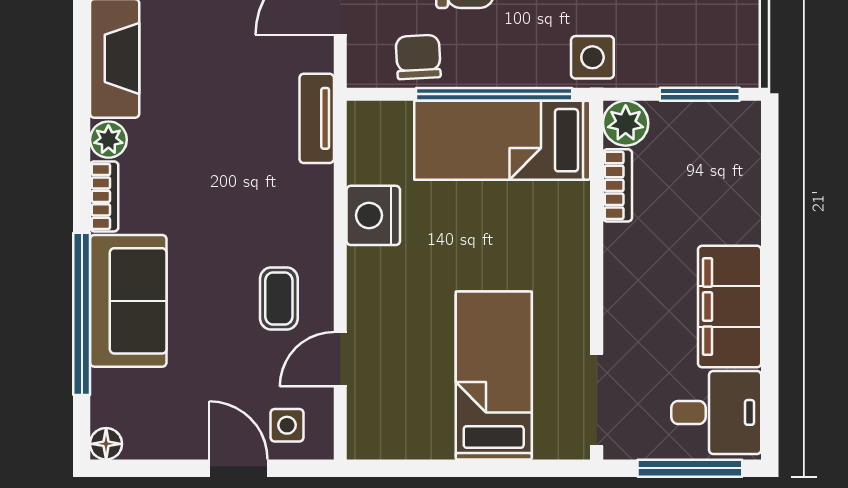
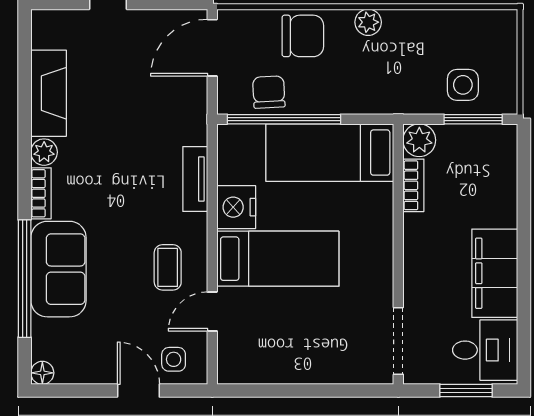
side table: (592, 57) -> (463, 85), moved
window: (494, 94) -> (284, 119), moved
tv unit: (317, 118) -> (195, 179), moved
bed: (494, 376) -> (278, 259), moved, turned 90
window: (690, 468) -> (466, 391), width x0.69

